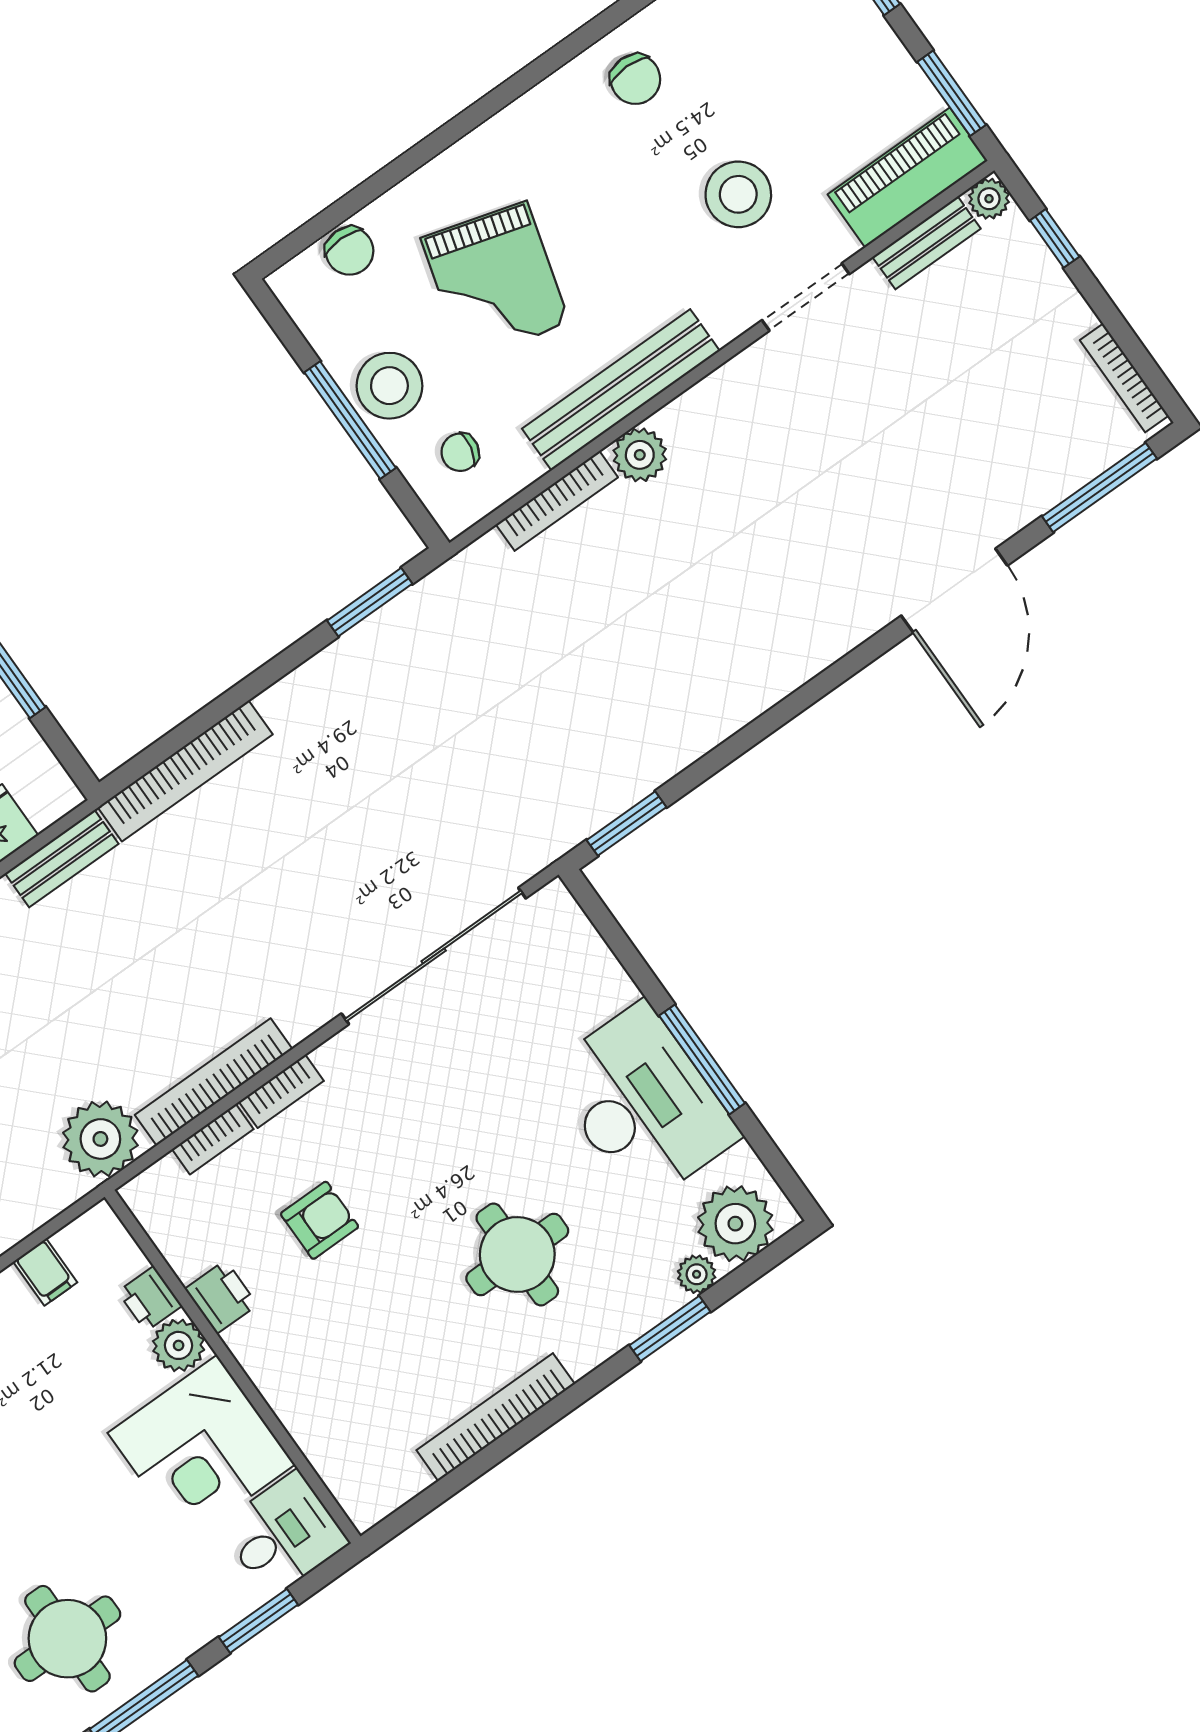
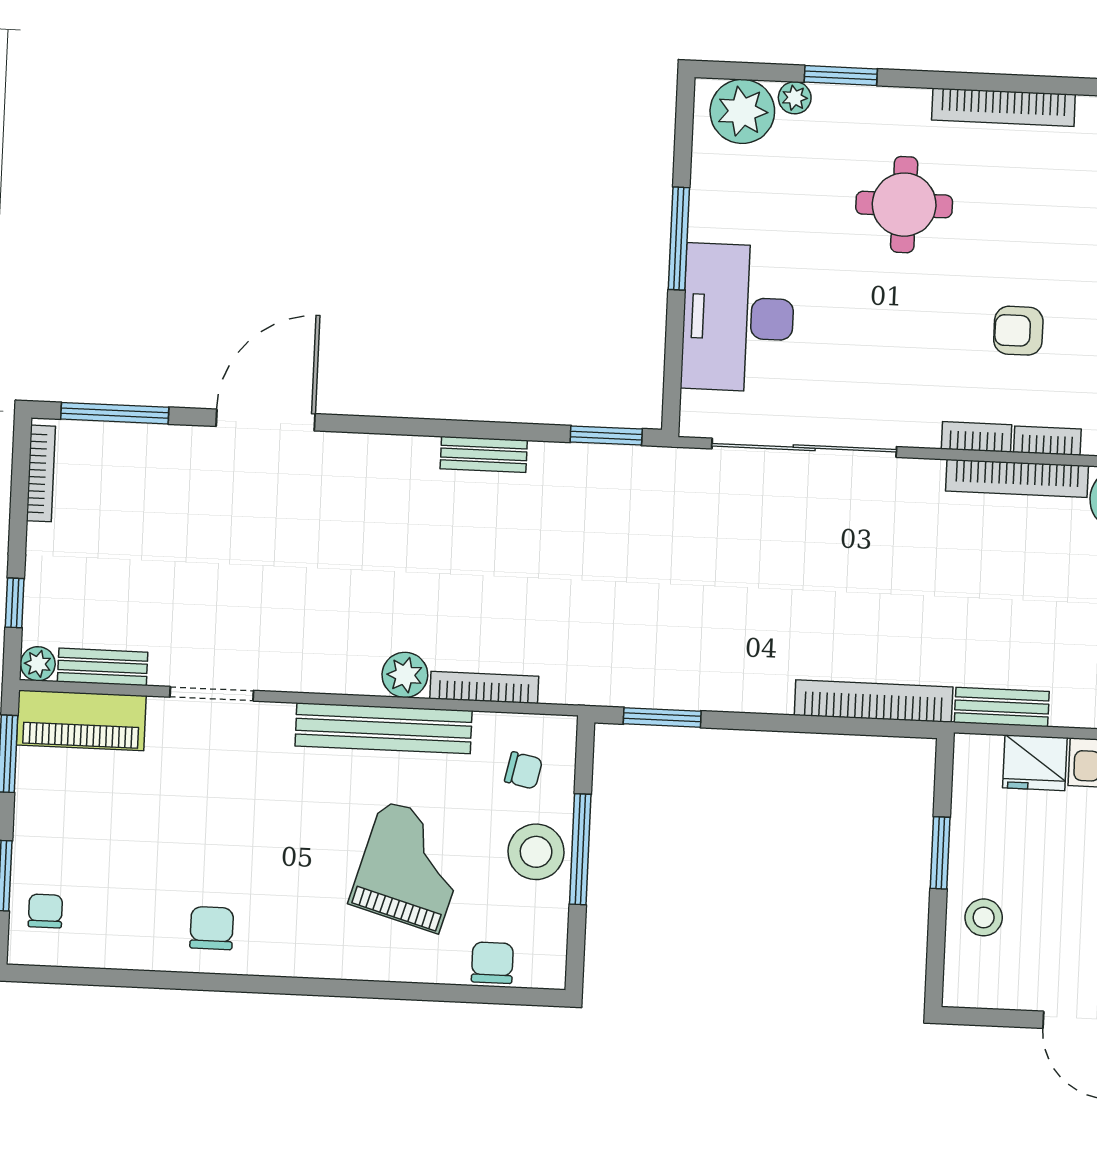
stool: (738, 194) -> (203, 798), removed
bench: (727, 717) -> (484, 454), added
desk: (642, 1103) -> (738, 318), moved

